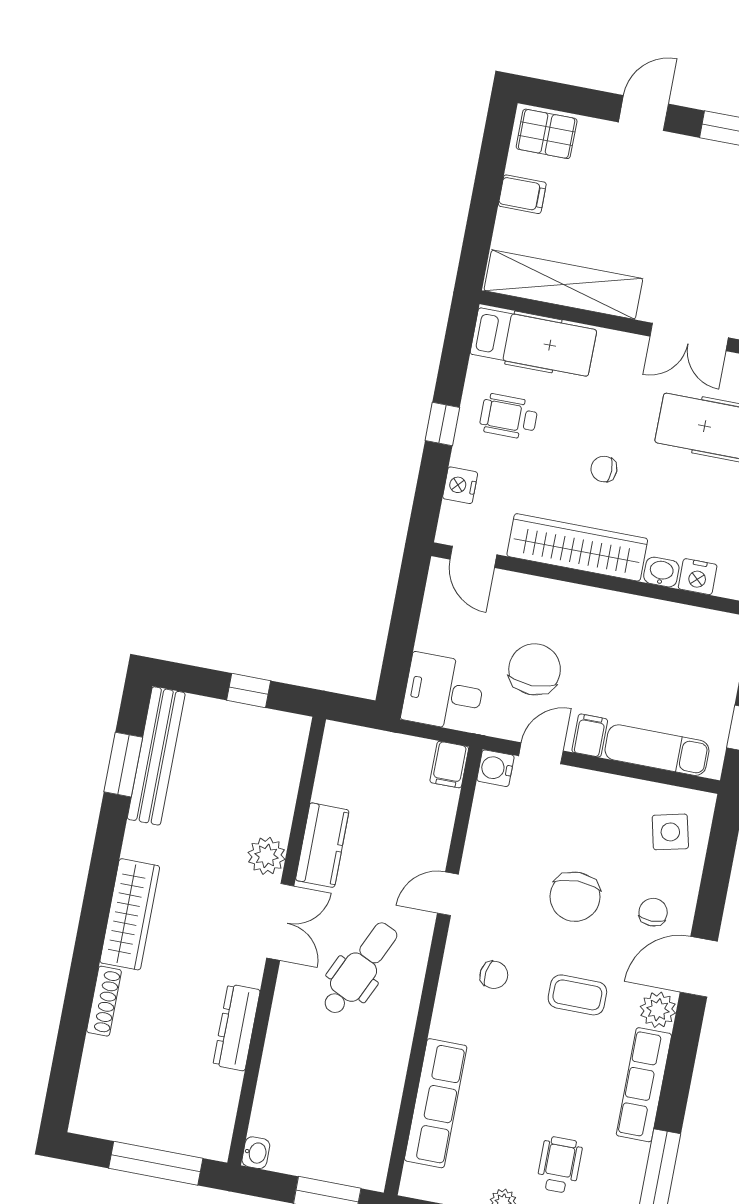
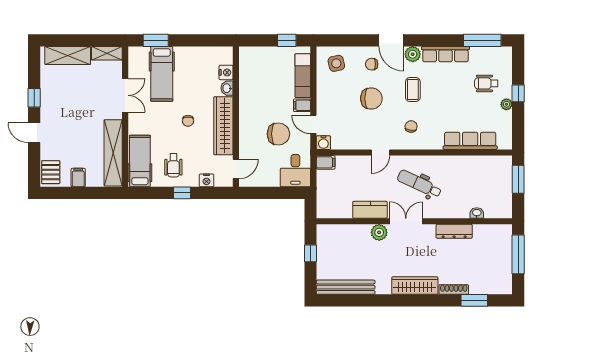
chair: (535, 669) -> (278, 134), turned 180
window: (123, 765) -> (474, 300), moved
door: (448, 894) -> (380, 153), hinge flipped
washbasin: (256, 1153) -> (477, 213), moved

